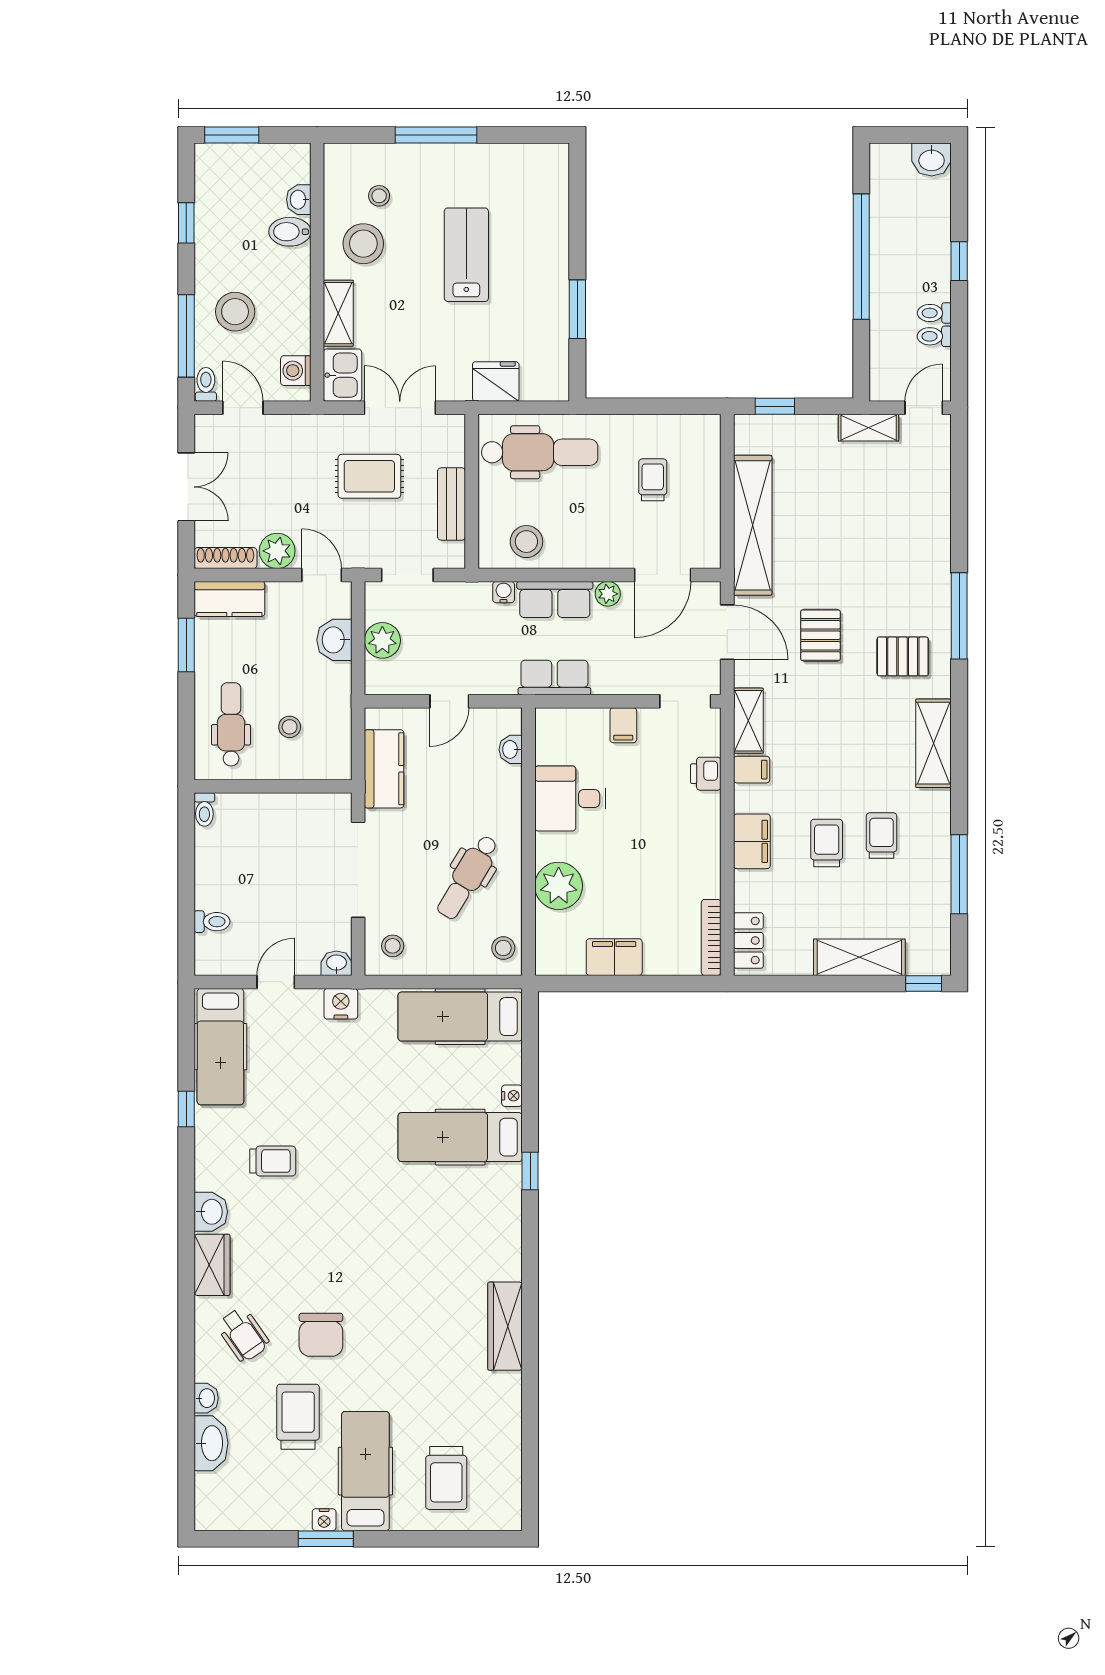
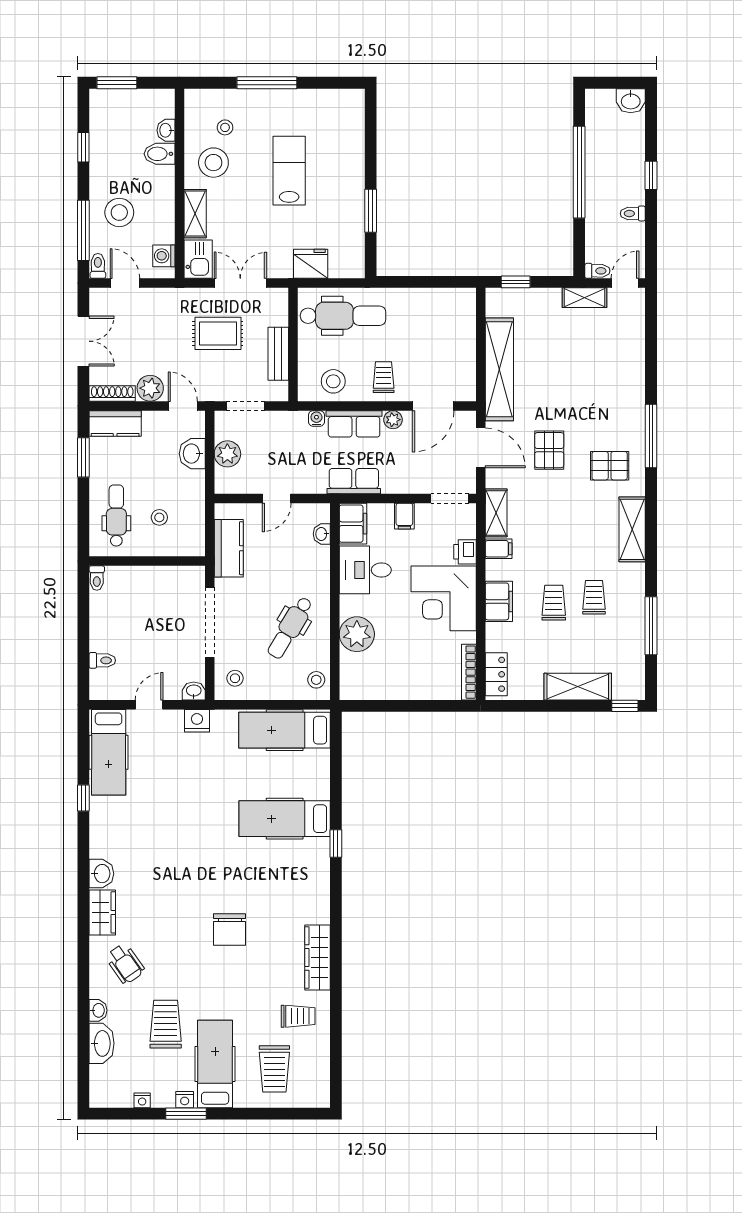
toilet: (934, 336) -> (597, 271), moved, turned 180
trolley: (653, 480) -> (384, 377), moved
corner desk: (677, 837) -> (444, 598), added
filing cabinet: (614, 957) -> (353, 524), moved, turned 90
nightstand: (512, 1096) -> (142, 1100), moved, turned 90
trolley: (273, 1161) -> (298, 1016), moved
chair: (321, 1335) -> (230, 930), moved

